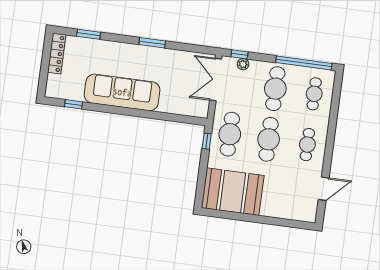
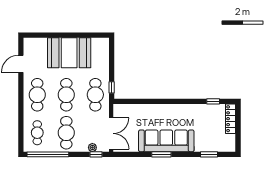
locker: (57, 54) -> (231, 119), moved
sofa: (122, 92) -> (166, 141), moved, turned 180
cafe table: (307, 145) -> (37, 95), width x1.37, depth x1.35
booth: (233, 192) -> (69, 53), moved

